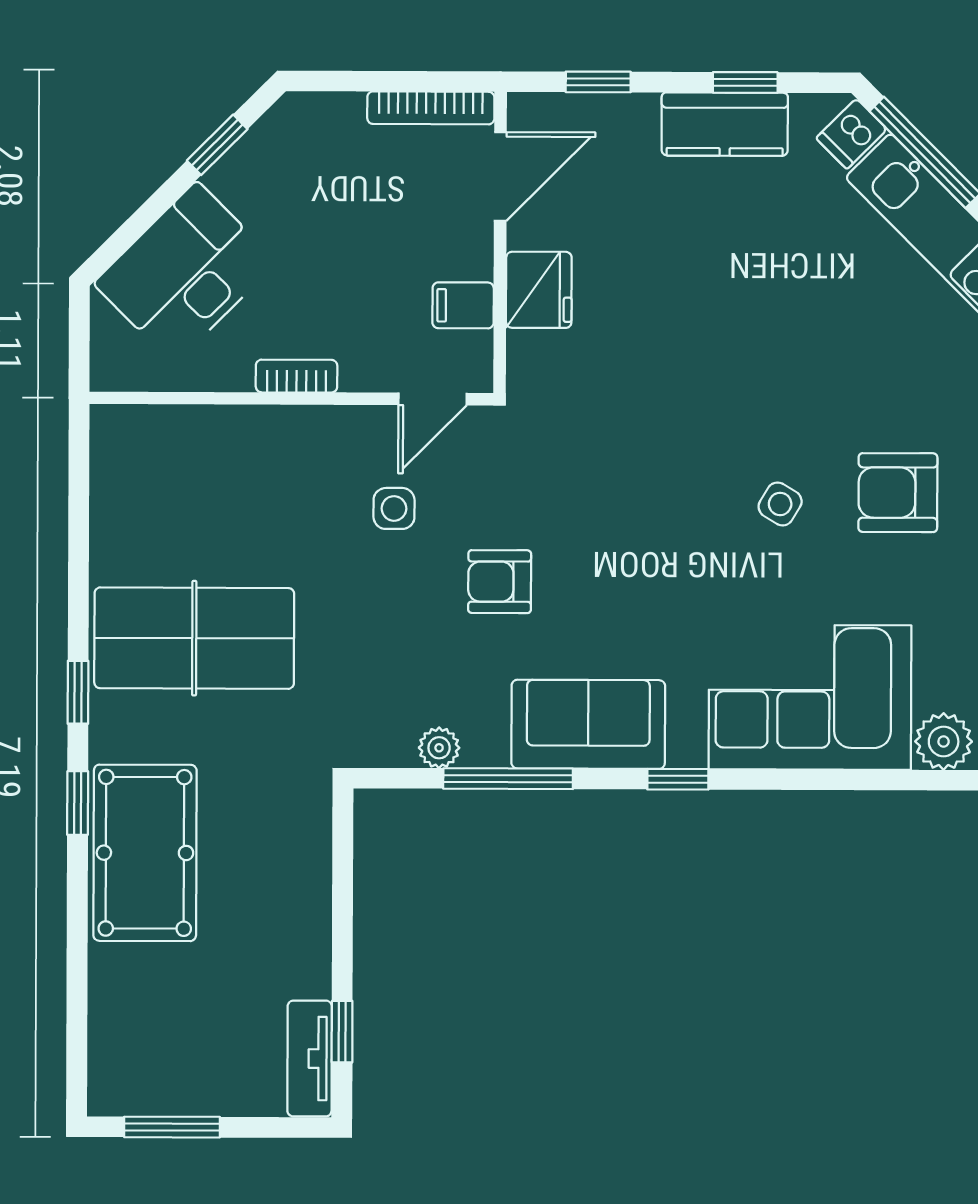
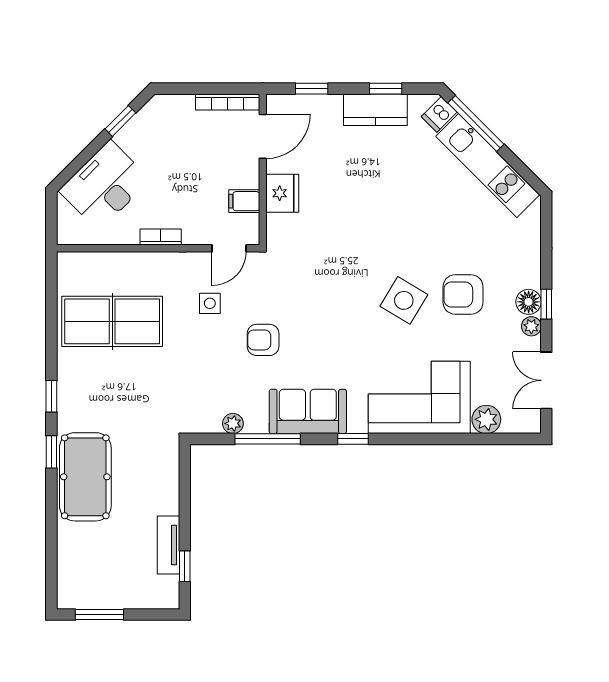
side table: (780, 504) -> (404, 300), width x1.87, depth x1.87
table tennis table: (194, 638) -> (112, 321), moved
tv unit: (310, 1059) -> (168, 545), moved

